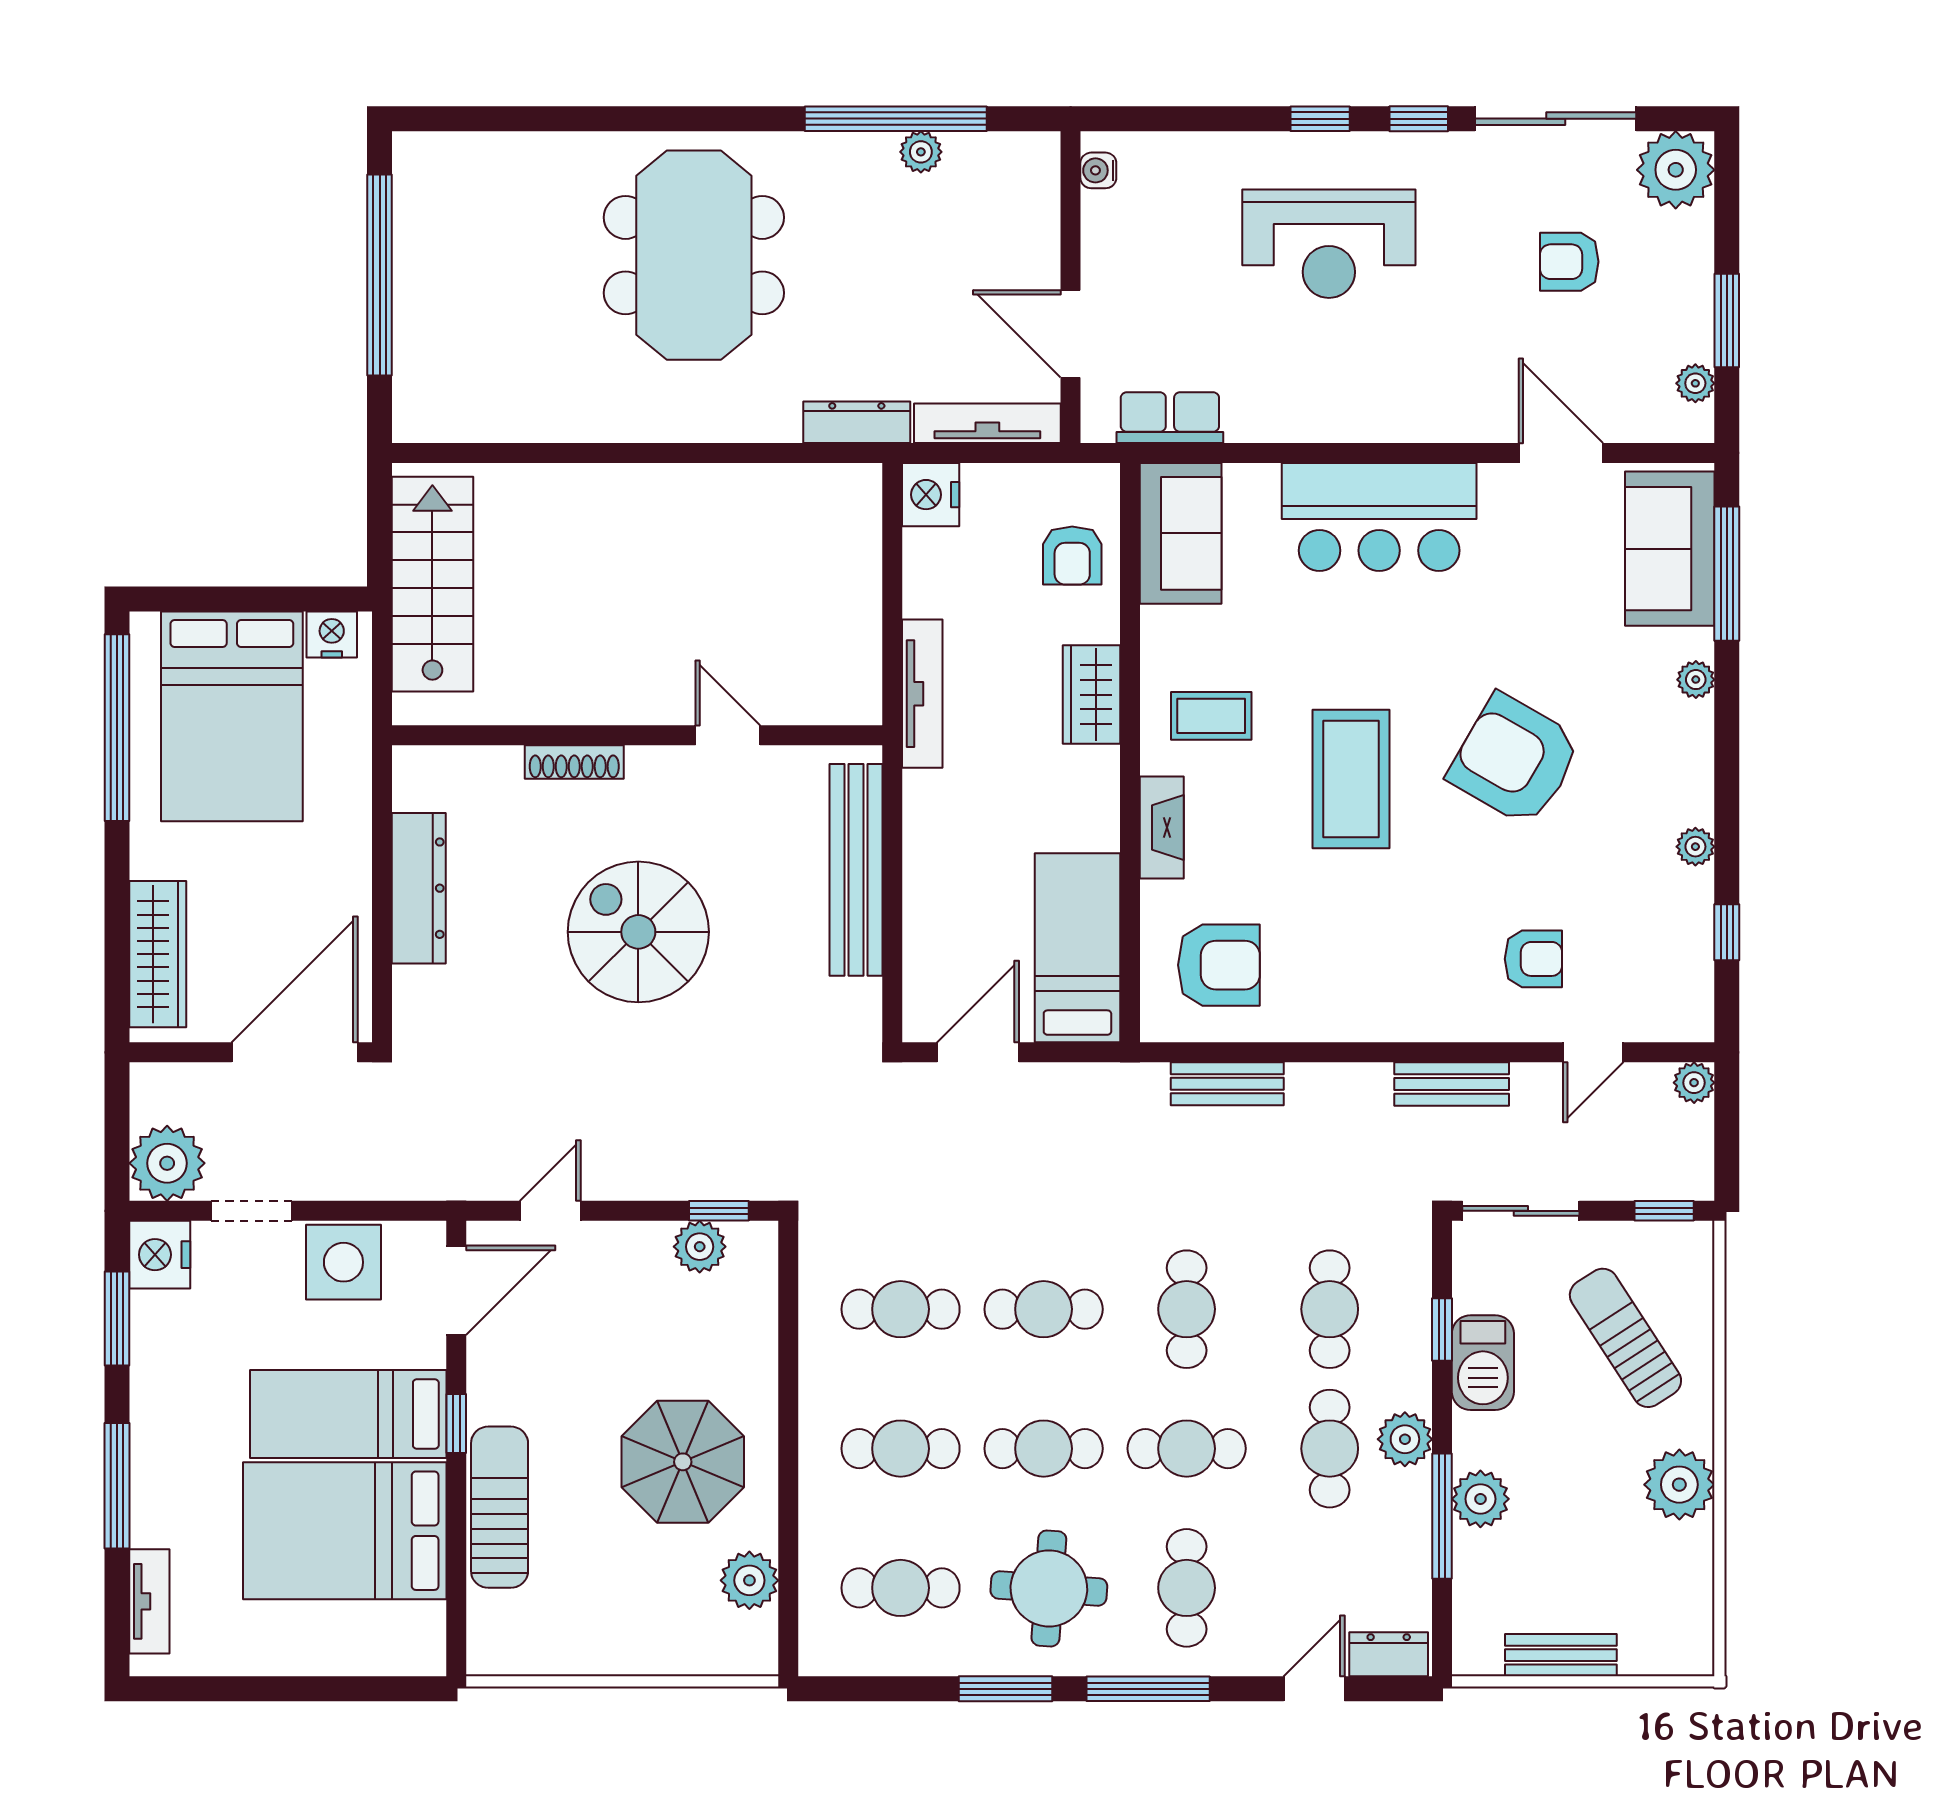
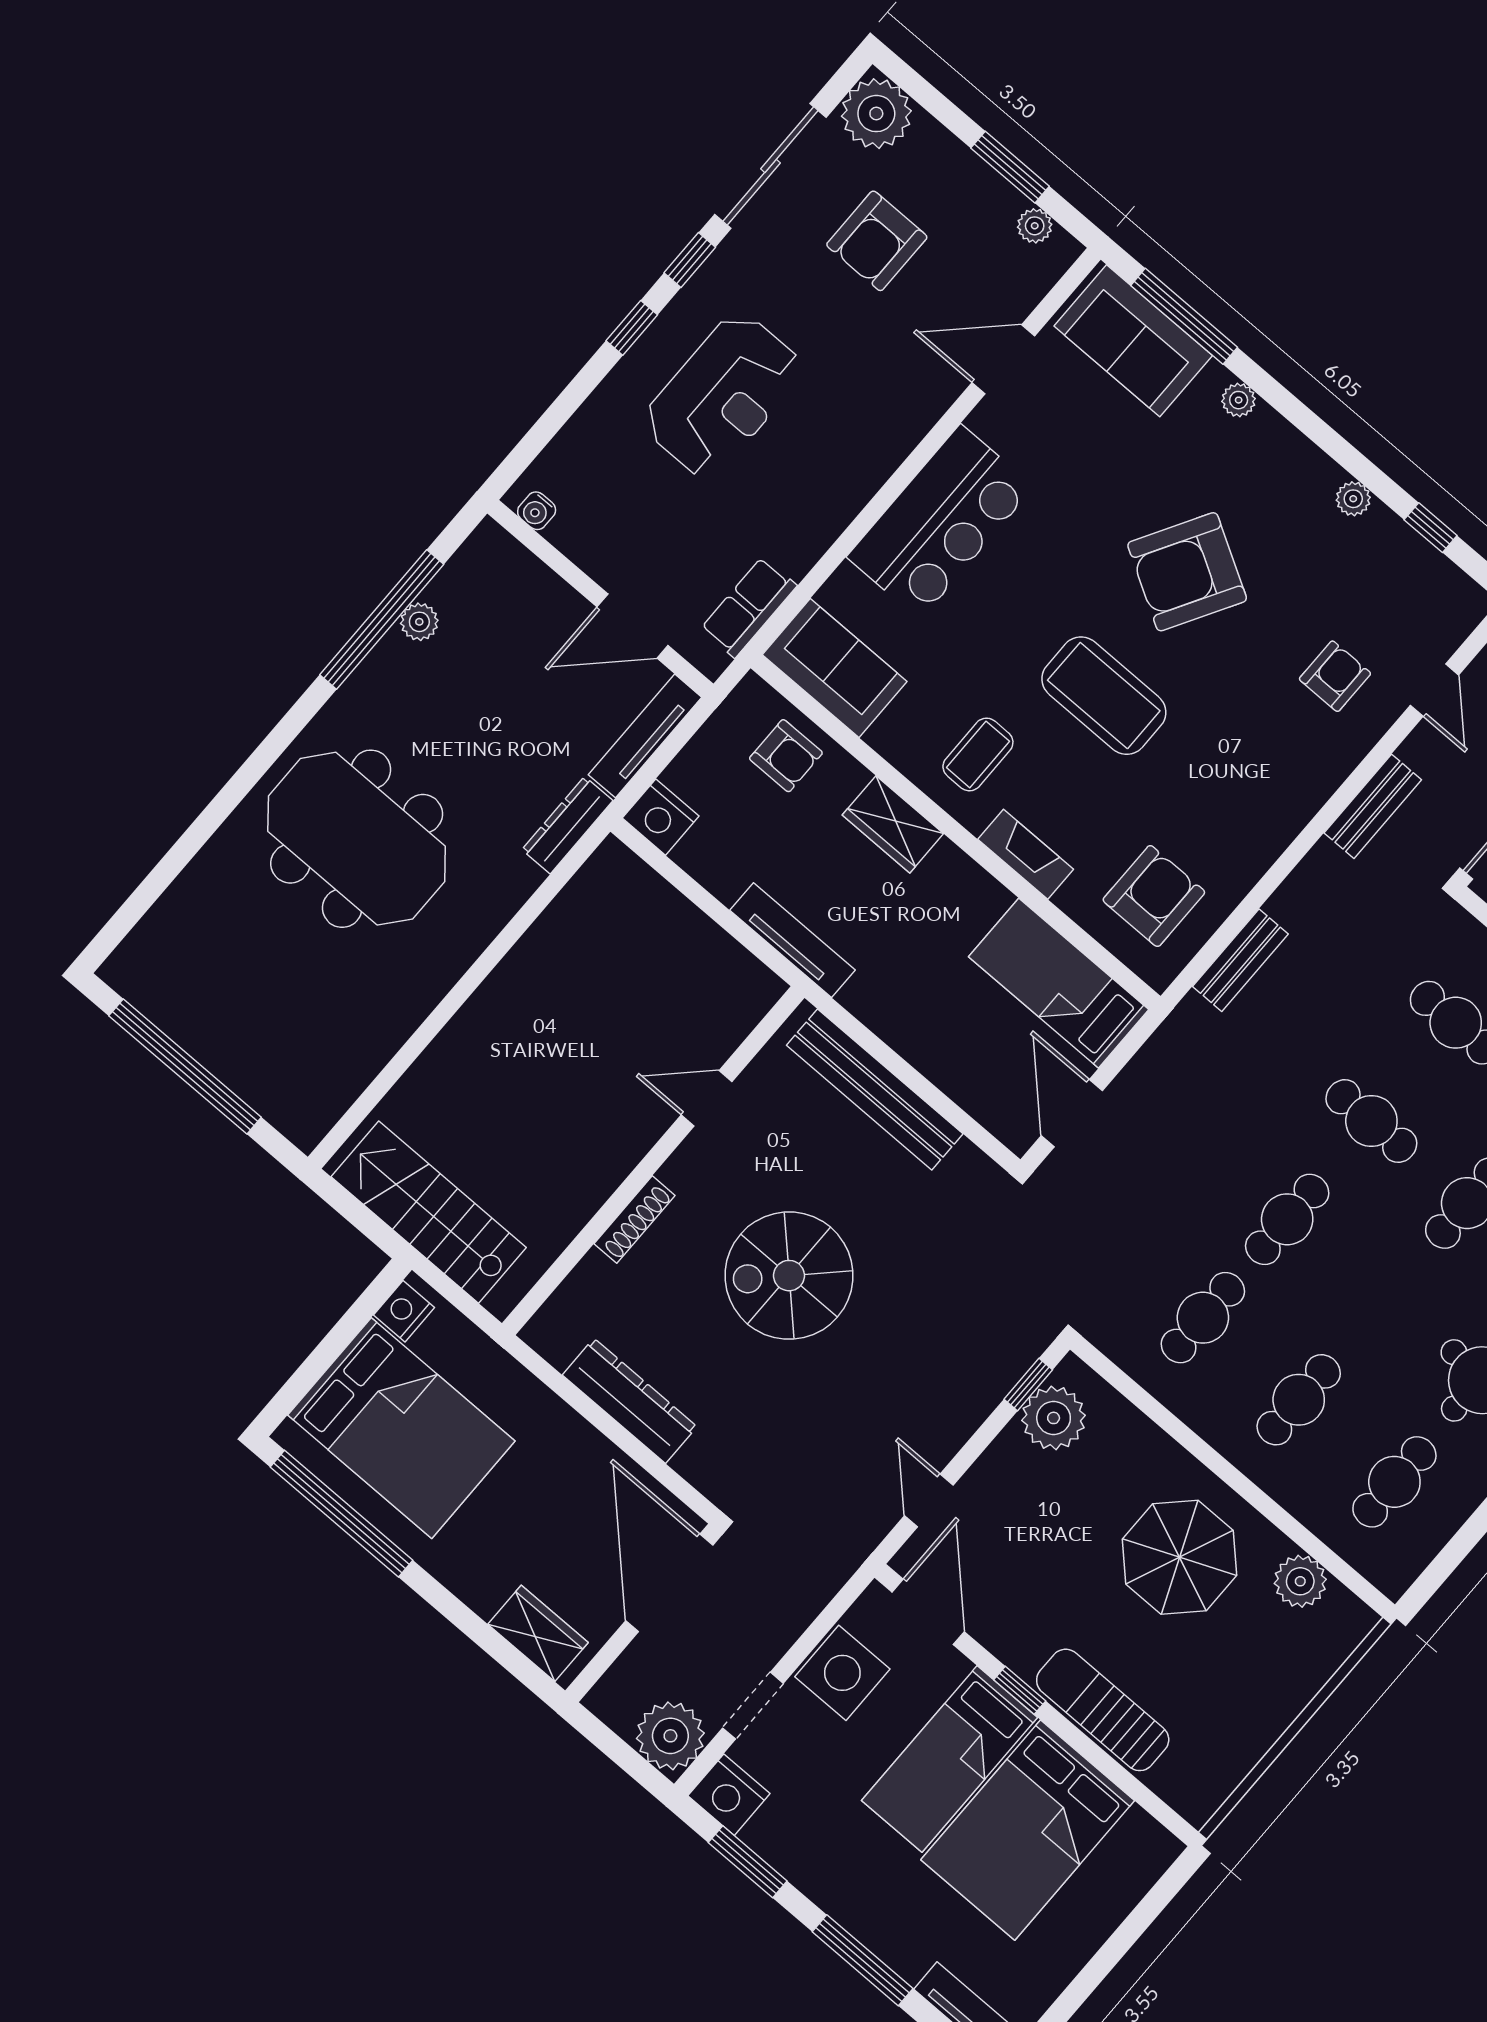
armchair: (1569, 262) -> (877, 241), width x1.38, depth x1.38
wardrobe: (158, 954) -> (538, 1633), width x0.67
plant: (700, 1247) -> (1054, 1418), width x1.36, depth x1.36
cafe table: (1044, 1449) -> (1383, 1301), removed

